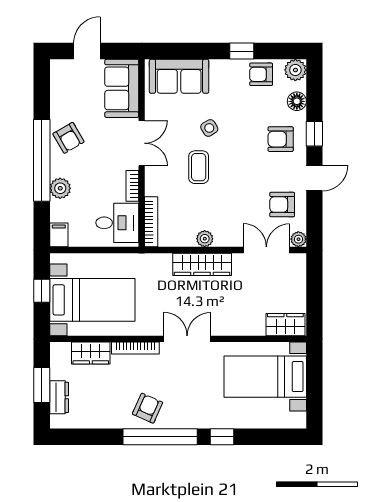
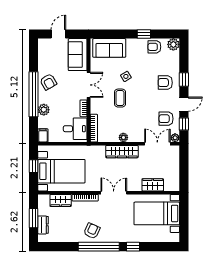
floor lamp: (297, 101) -> (174, 62), removed
window: (314, 214) -> (184, 124), added
wardrobe: (285, 325) -> (153, 185), moved

